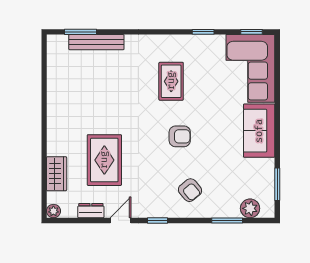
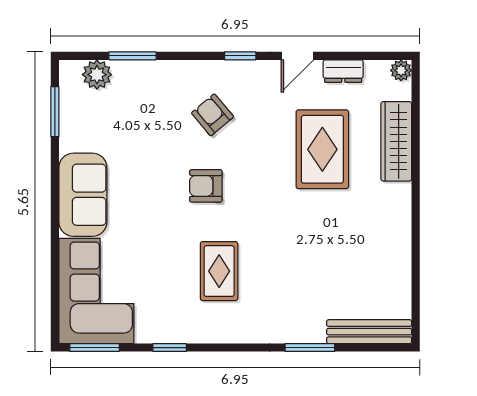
window: (81, 32) -> (310, 348), moved
window: (252, 32) -> (95, 348), width x1.50
bench: (96, 42) -> (369, 332), moved
wardrobe: (57, 174) -> (396, 141), width x1.50
armchair: (190, 190) -> (212, 115), moved

